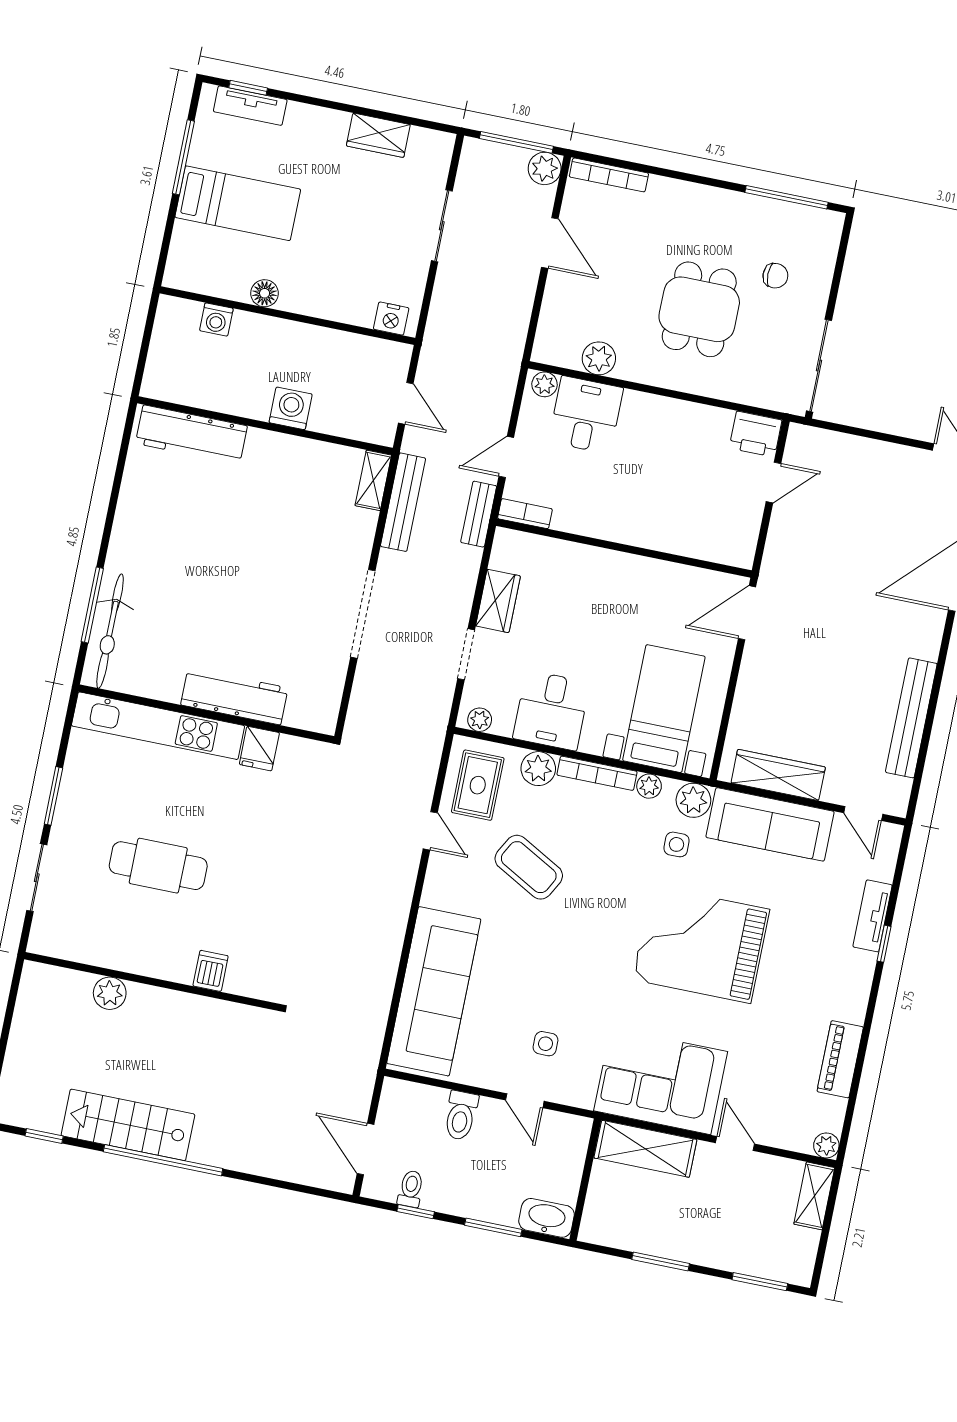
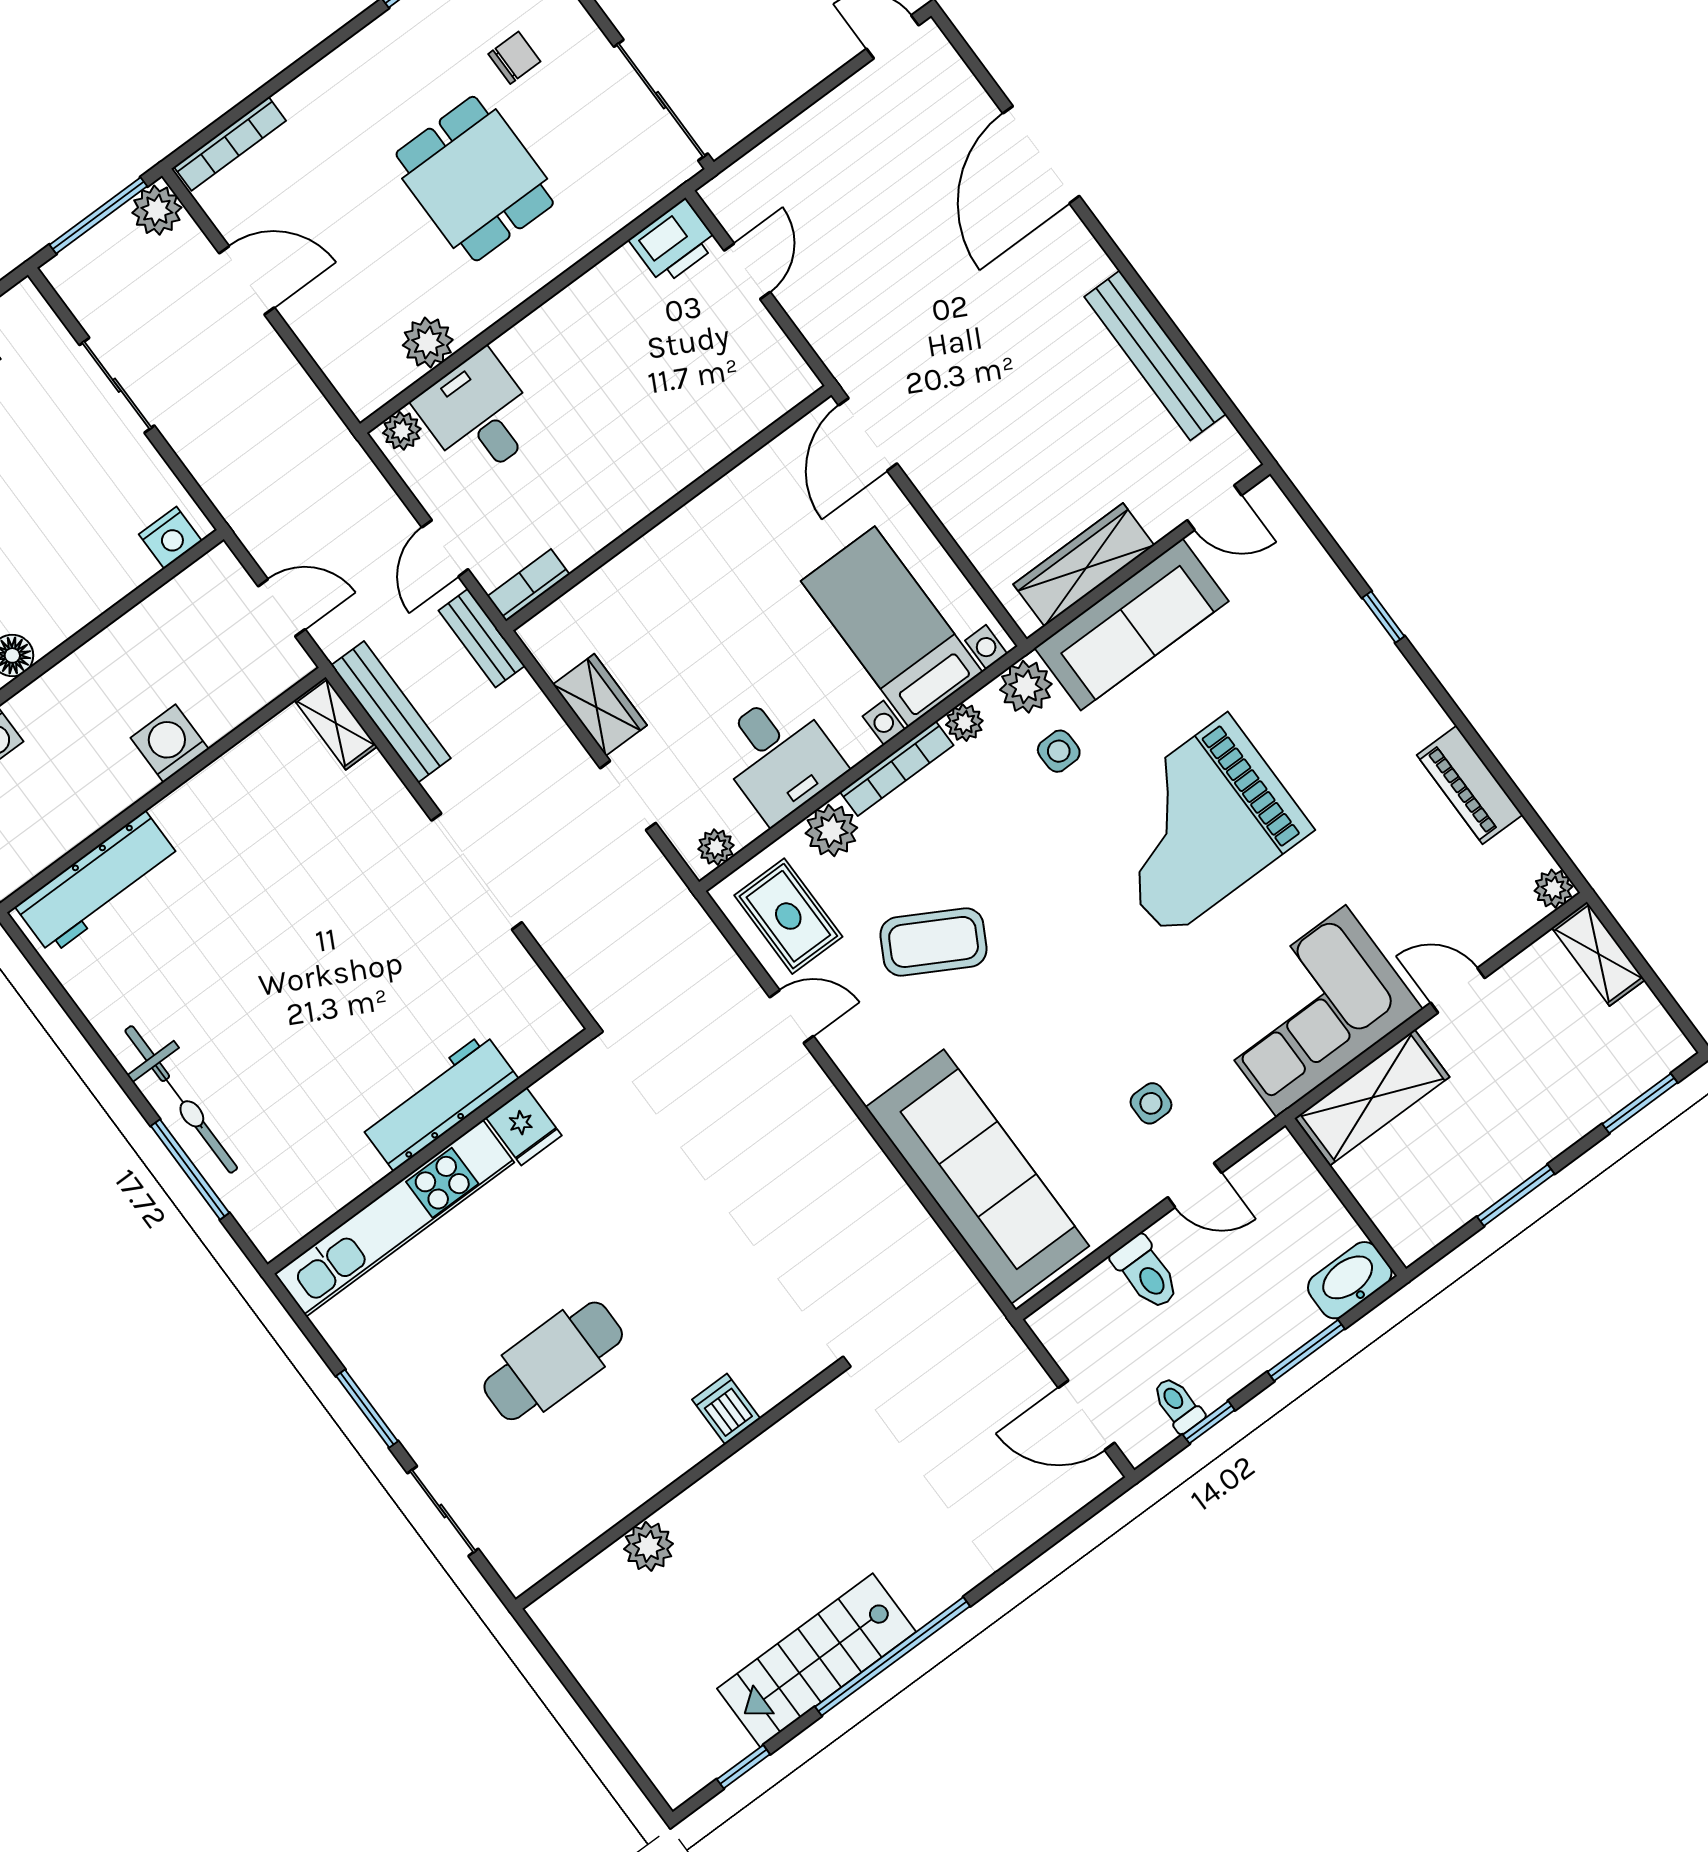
bicycle: (110, 631) -> (181, 1099), moved
tv unit: (873, 916) -> (1340, 602), removed

